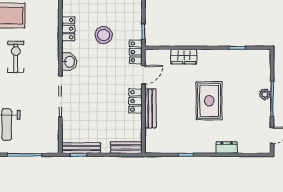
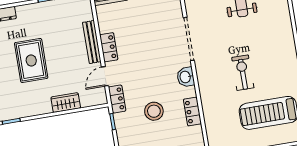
exercise bike: (16, 57) -> (243, 73), turned 180

